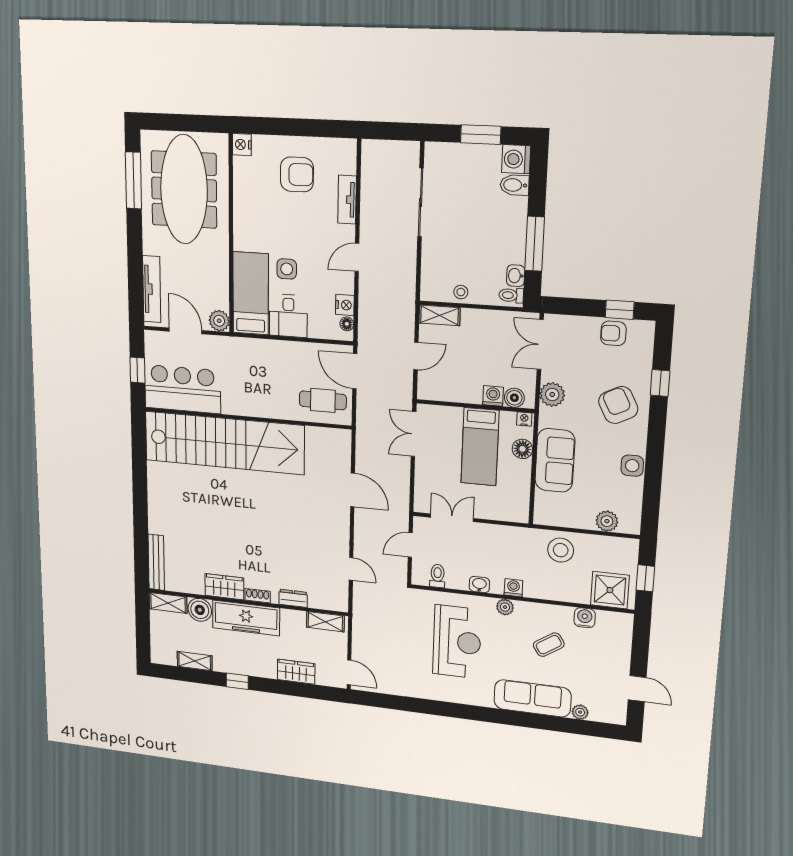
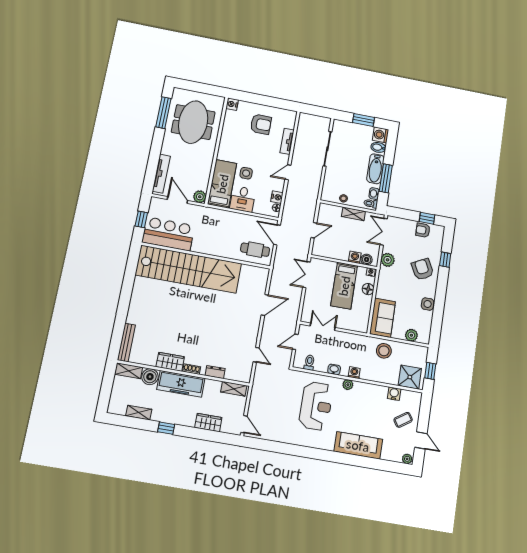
meeting table: (184, 189) -> (193, 122), width x0.73
bathtub: (513, 228) -> (375, 169), added
shelving: (439, 315) -> (353, 214), moved
sofa: (555, 460) -> (383, 318), moved
door: (353, 490) -> (265, 305), hinge flipped
coffee table: (549, 645) -> (403, 420), moved
plant: (580, 712) -> (407, 459), moved

